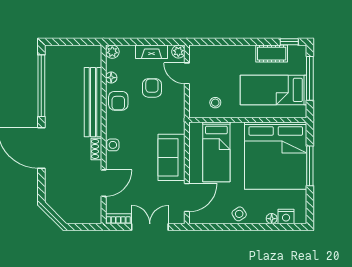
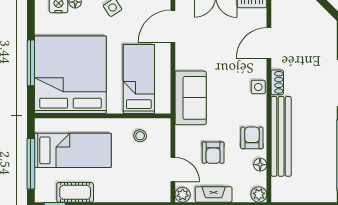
sofa: (171, 157) -> (191, 98), moved

